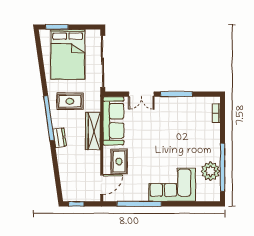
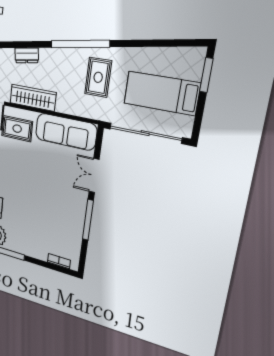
bed: (68, 54) -> (162, 93), width x0.67
wardrobe: (93, 131) -> (33, 98), moved
dresser: (60, 138) -> (27, 55), moved

